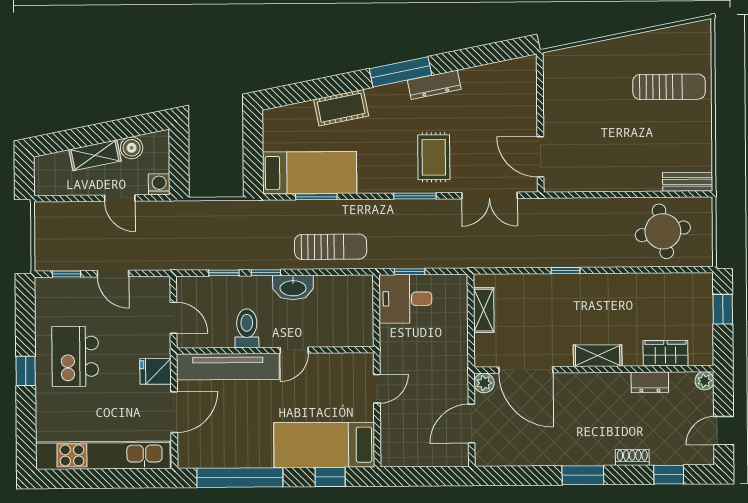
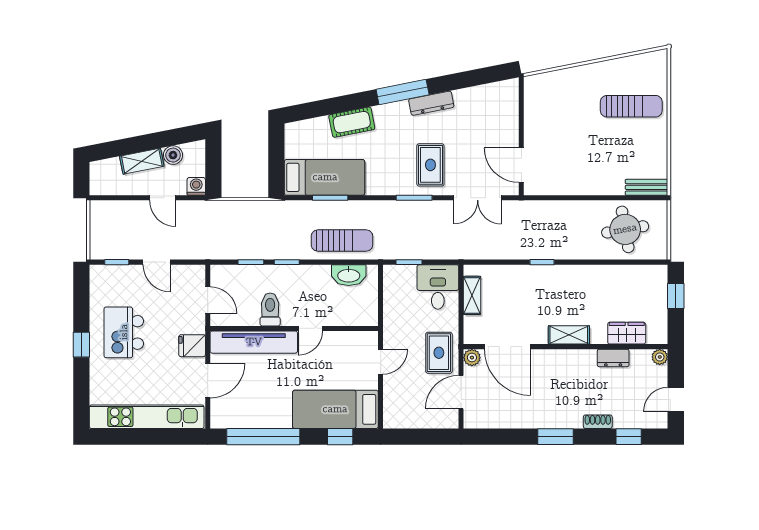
washbasin: (293, 288) -> (349, 275), moved
desk: (405, 299) -> (438, 287), moved, turned 90
rug: (445, 378) -> (439, 353), added

